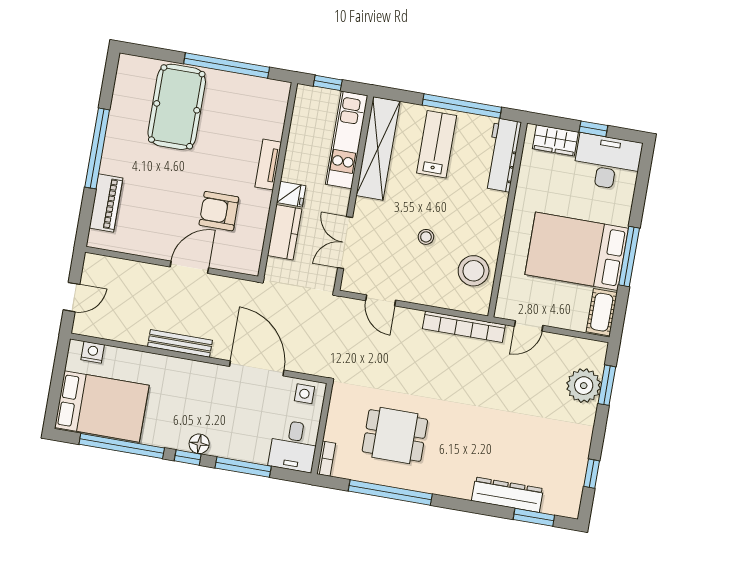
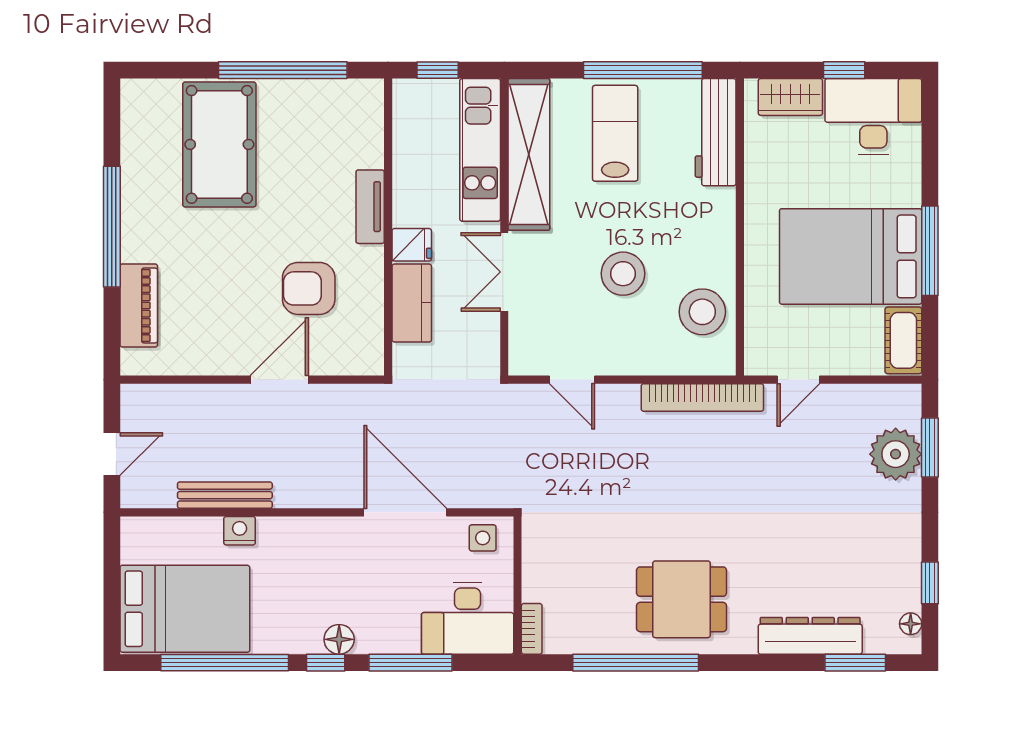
stool: (426, 237) -> (623, 274), width x1.89, depth x1.89
double door: (345, 243) -> (504, 272), moved
bench: (180, 343) -> (225, 495), moved
nightstand: (93, 352) -> (240, 531), moved
dining table: (395, 436) -> (682, 599), moved
desk: (294, 446) -> (468, 618), width x1.37
floor lamp: (574, 498) -> (911, 624), added

